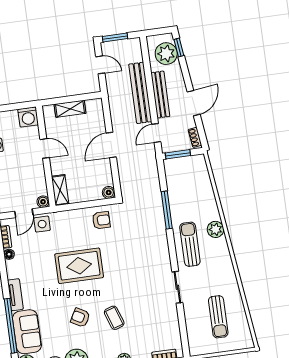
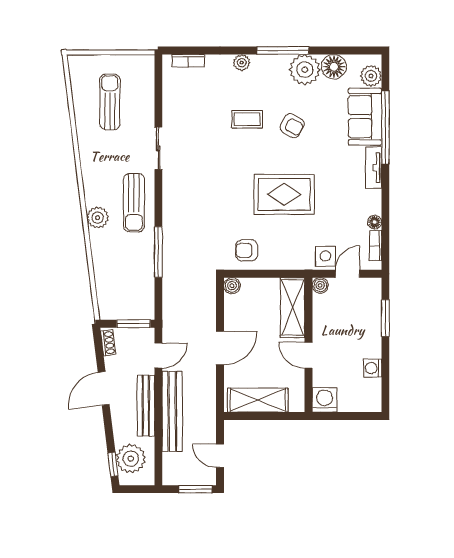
shelving: (70, 109) -> (258, 400), width x1.50, depth x1.33
shelving: (60, 190) -> (293, 308), width x1.50, depth x1.33
coffee table: (114, 318) -> (247, 119), turned -71

